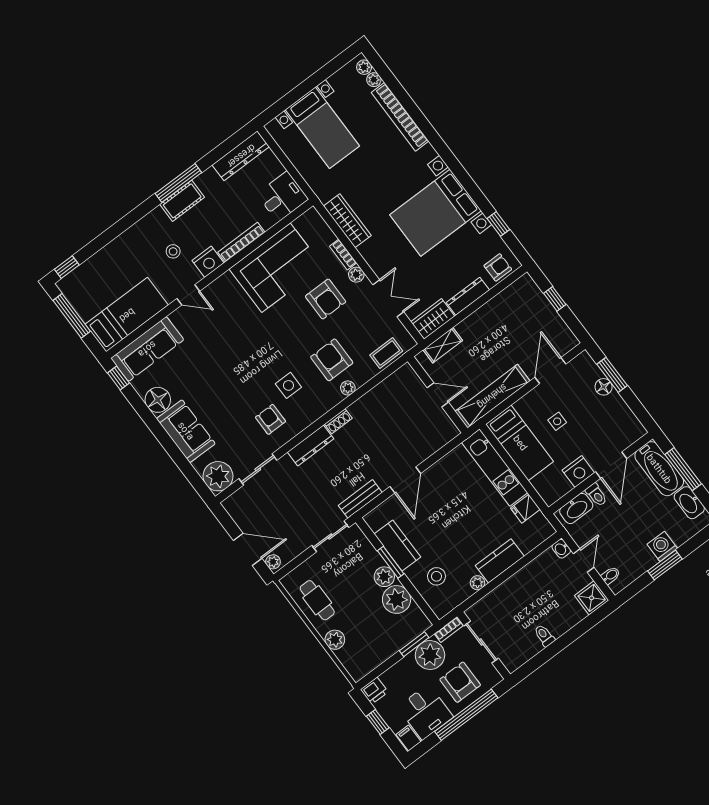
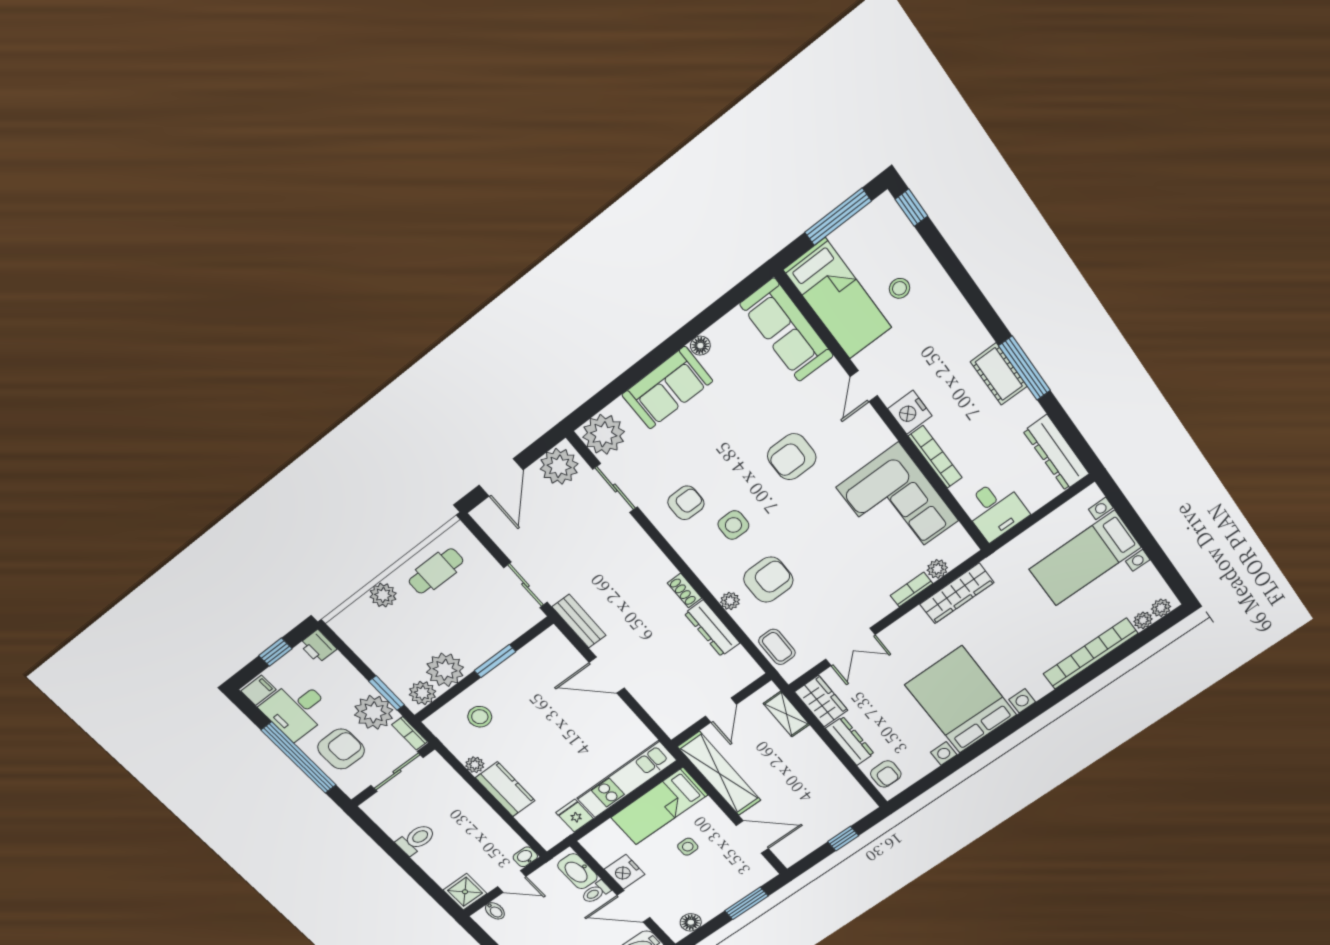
window: (498, 224) -> (942, 773), removed
stool: (173, 251) -> (899, 288), moved
plant: (356, 275) -> (937, 569), moved
armchair: (326, 299) -> (792, 457), moved
window: (118, 378) -> (745, 289), removed
floor lamp: (604, 387) -> (691, 922), moved
floor lamp: (158, 400) -> (700, 346), width x0.53, depth x0.53
dresser: (311, 445) -> (712, 628), moved
kitchen counter: (397, 546) -> (518, 669), removed
plant: (273, 562) -> (559, 466), moved, width x1.87, depth x1.87
plant: (384, 577) -> (423, 693), moved
toilet: (544, 636) -> (416, 839), width x1.37, depth x1.39

